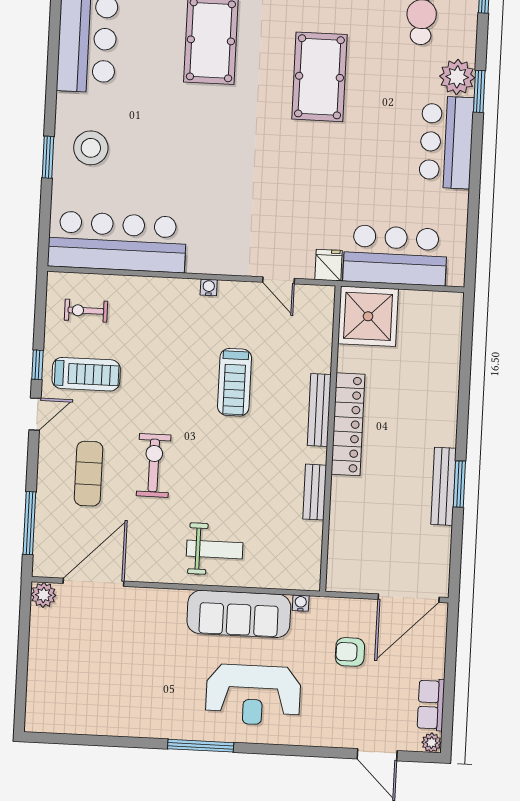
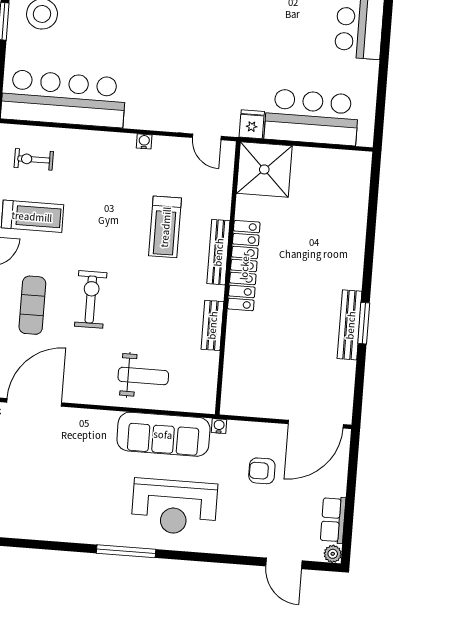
shower: (368, 316) -> (264, 169), moved
bench: (319, 410) -> (218, 252), moved
locker: (348, 424) -> (244, 266), moved
wall: (330, 439) -> (228, 278), moved
bench: (315, 492) -> (212, 325), moved

